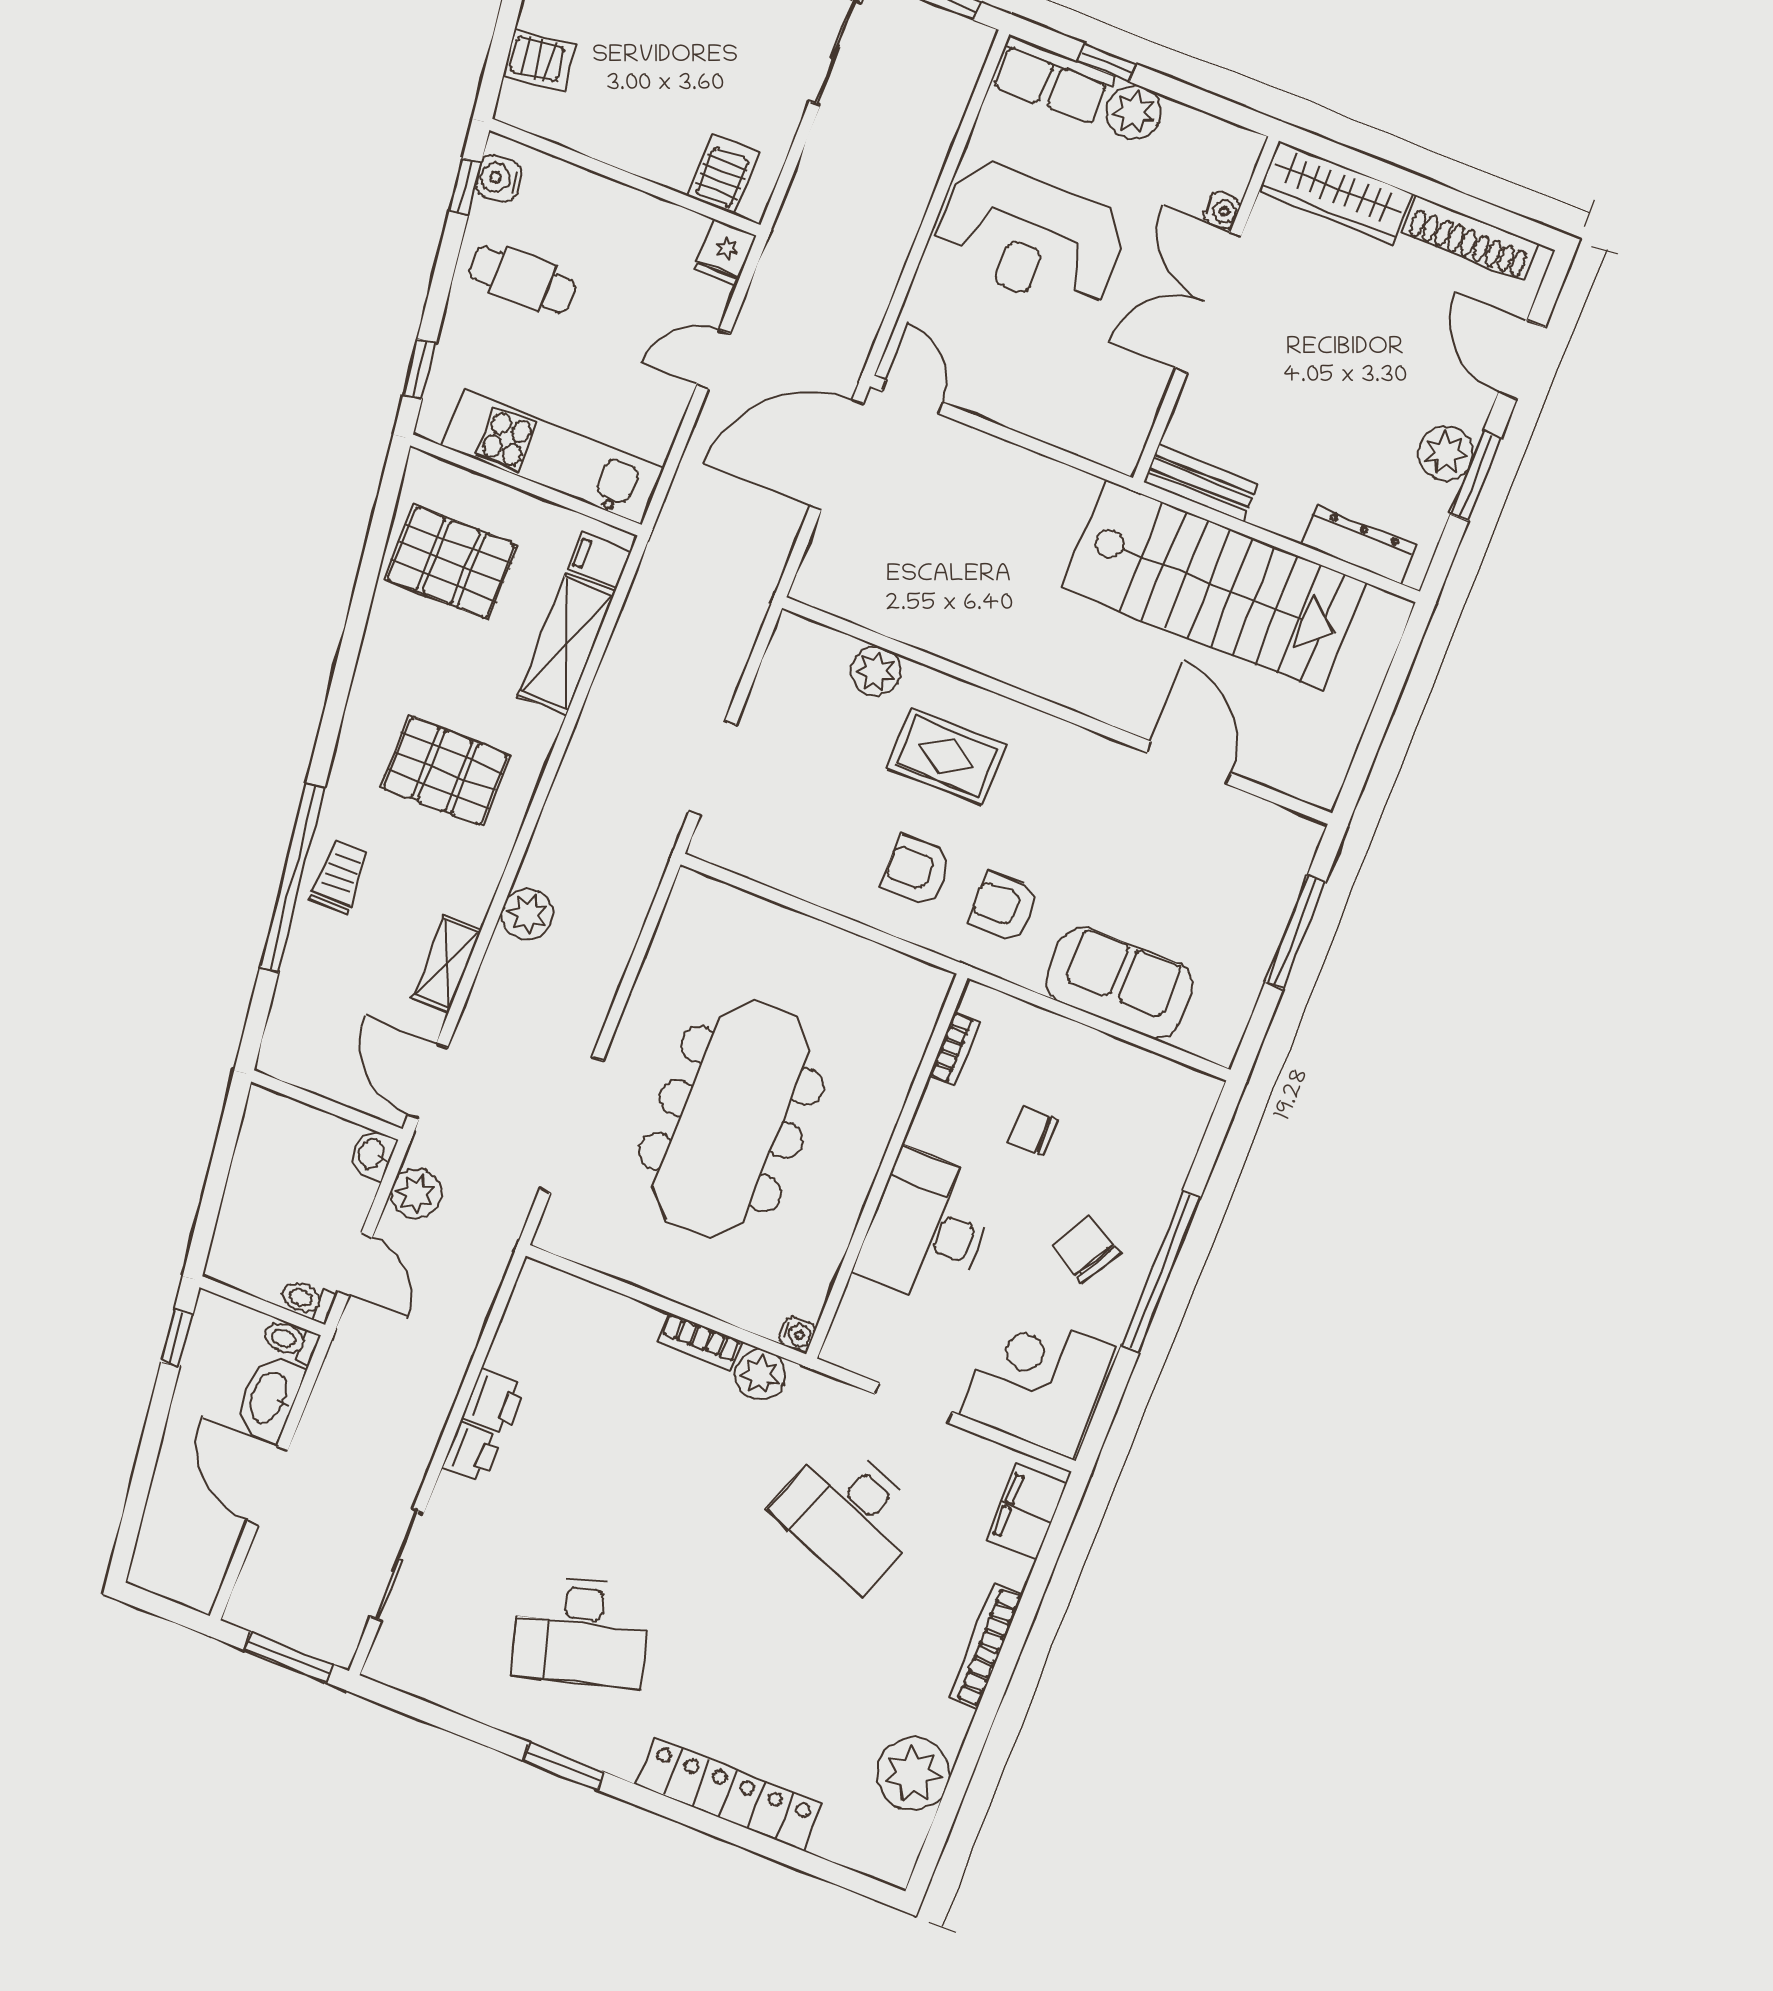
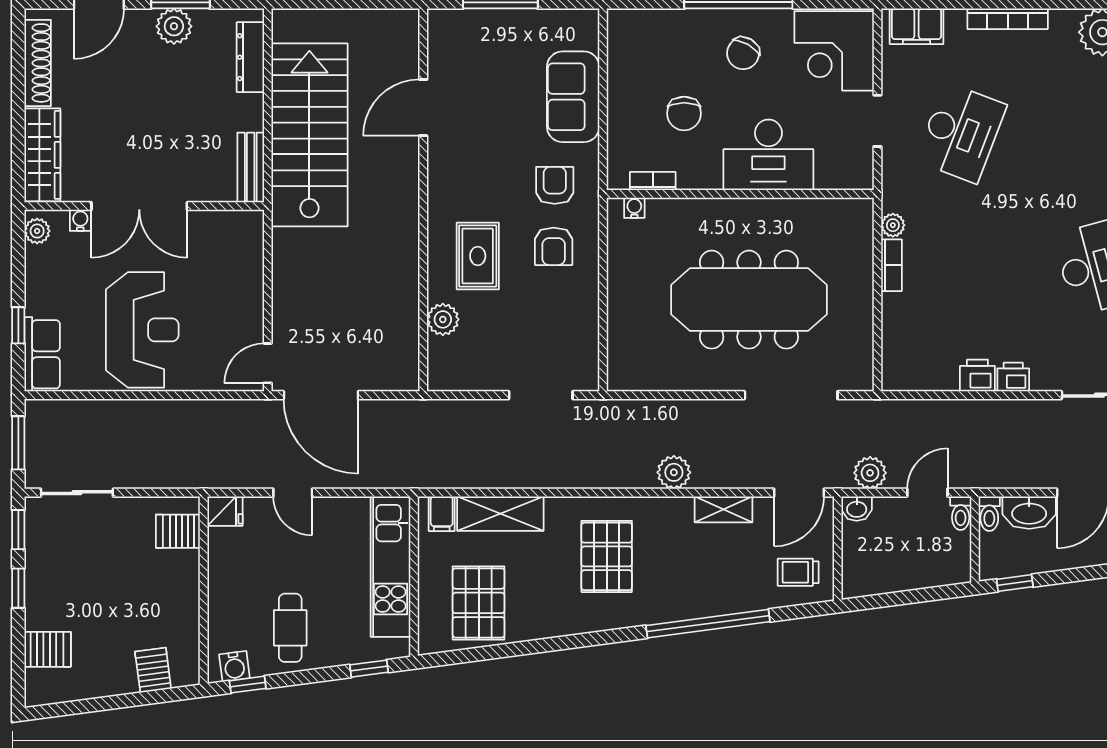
plant: (1134, 112) -> (37, 231), moved, width x0.73, depth x0.73
trolley: (340, 877) -> (798, 572), moved
armchair: (1004, 906) -> (555, 185), turned 180
chair: (1033, 1131) -> (684, 113), width x1.37, depth x1.37
water cooler: (797, 1334) -> (634, 208), moved
plant: (760, 1375) -> (893, 225), width x0.73, depth x0.73

